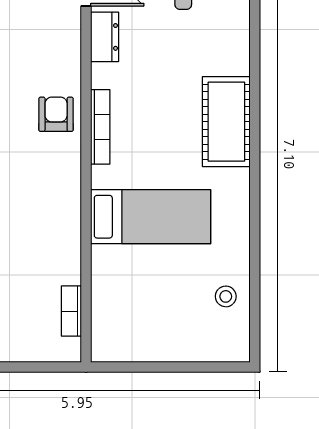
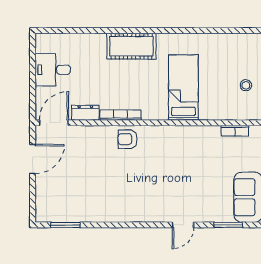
bookcase: (100, 127) -> (121, 115), moved
stool: (226, 296) -> (246, 85), moved

